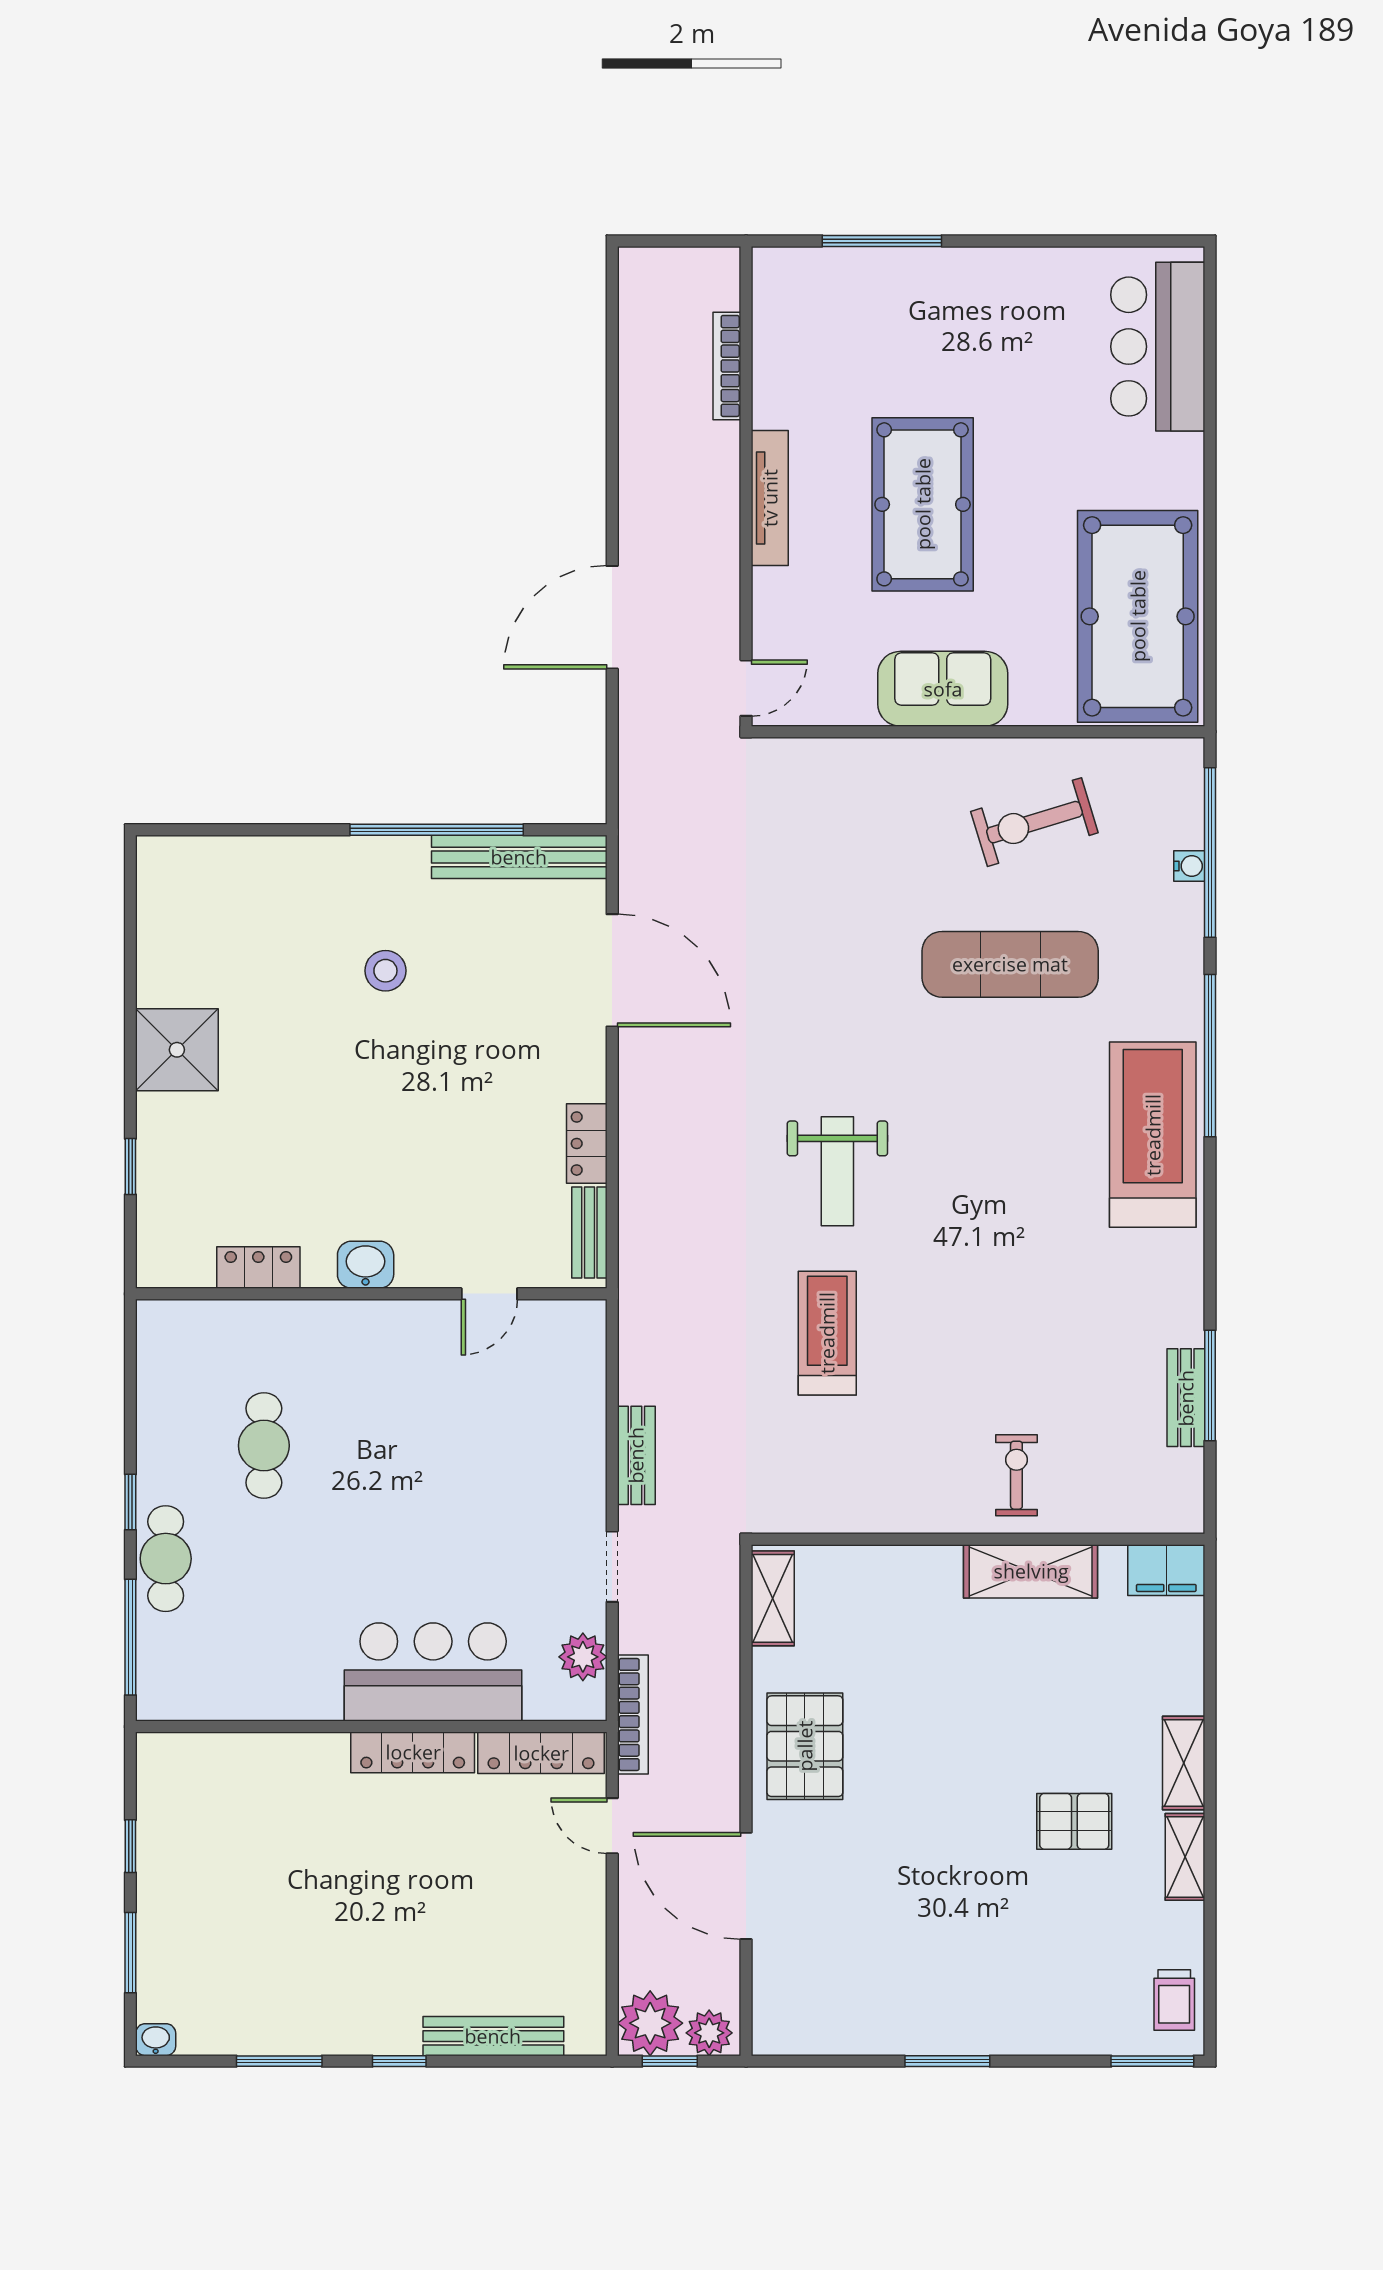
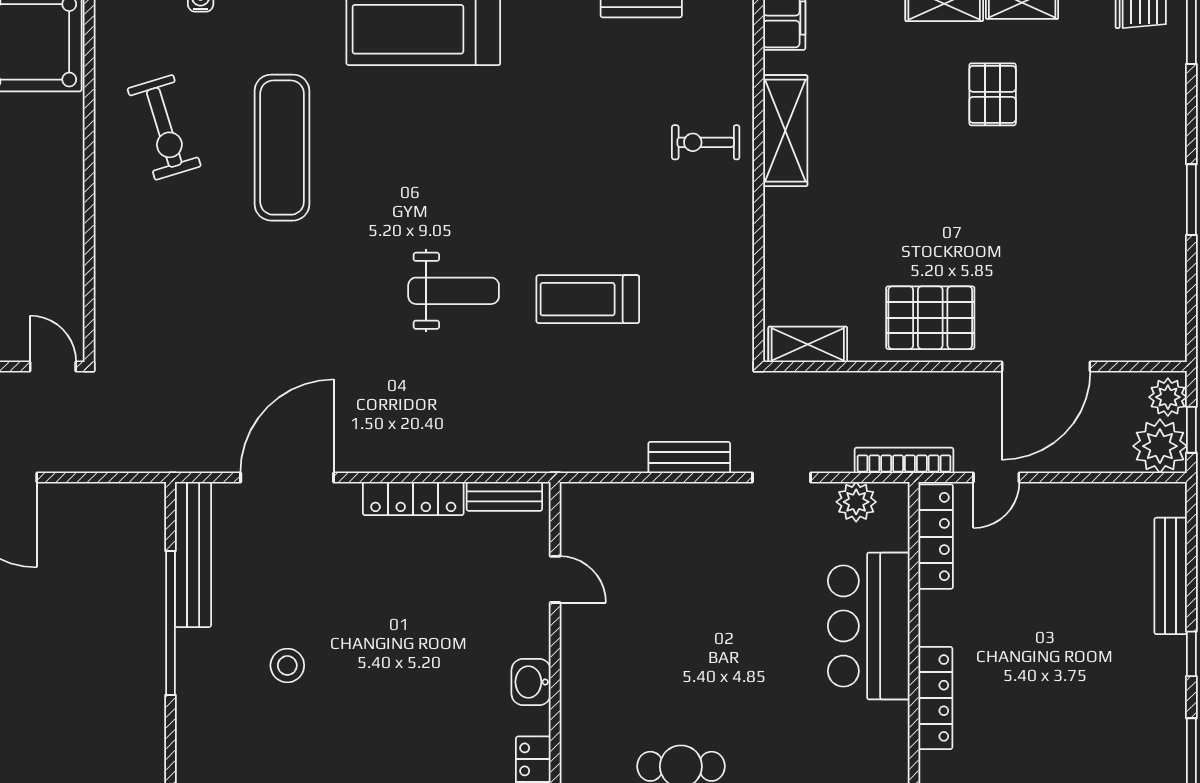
sofa: (943, 689) -> (54, 203), removed
locker: (587, 1144) -> (413, 499), width x1.53
locker: (413, 1752) -> (935, 698), moved

